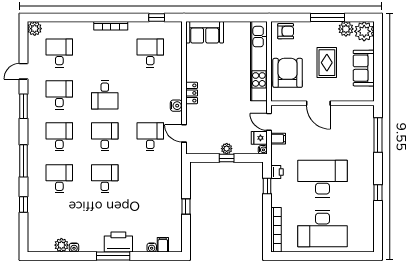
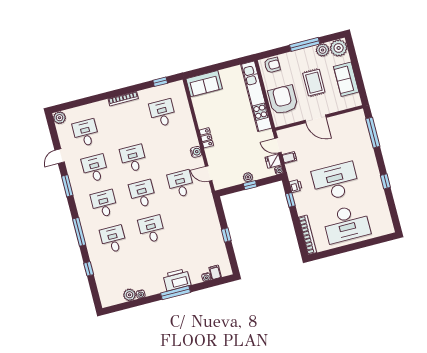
desk: (105, 95) -> (133, 158), turned 180

